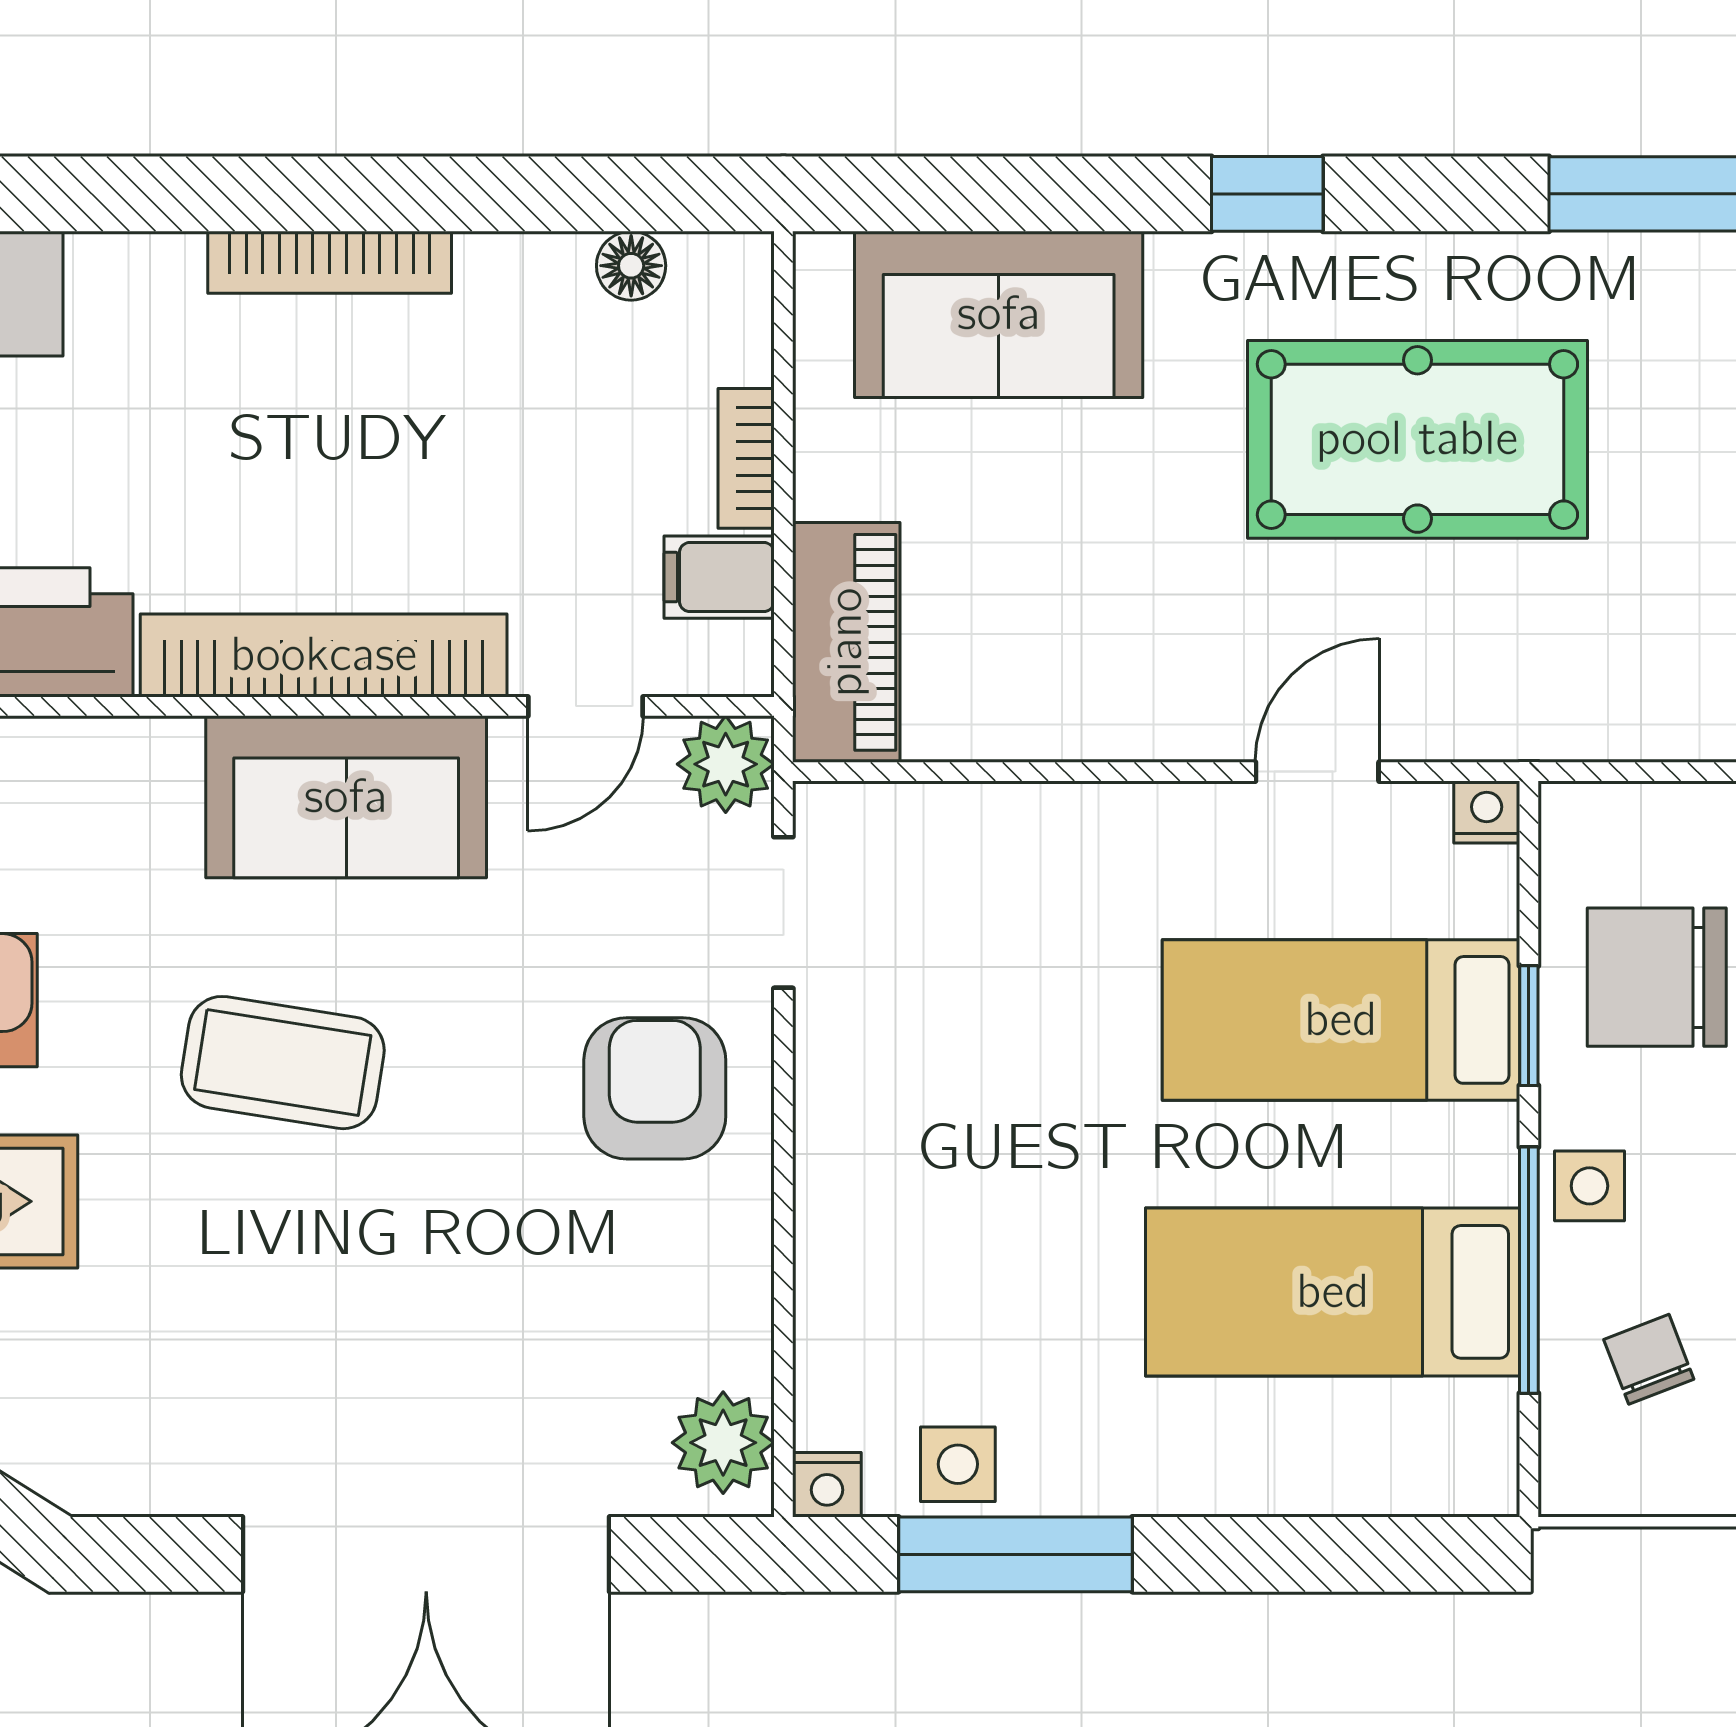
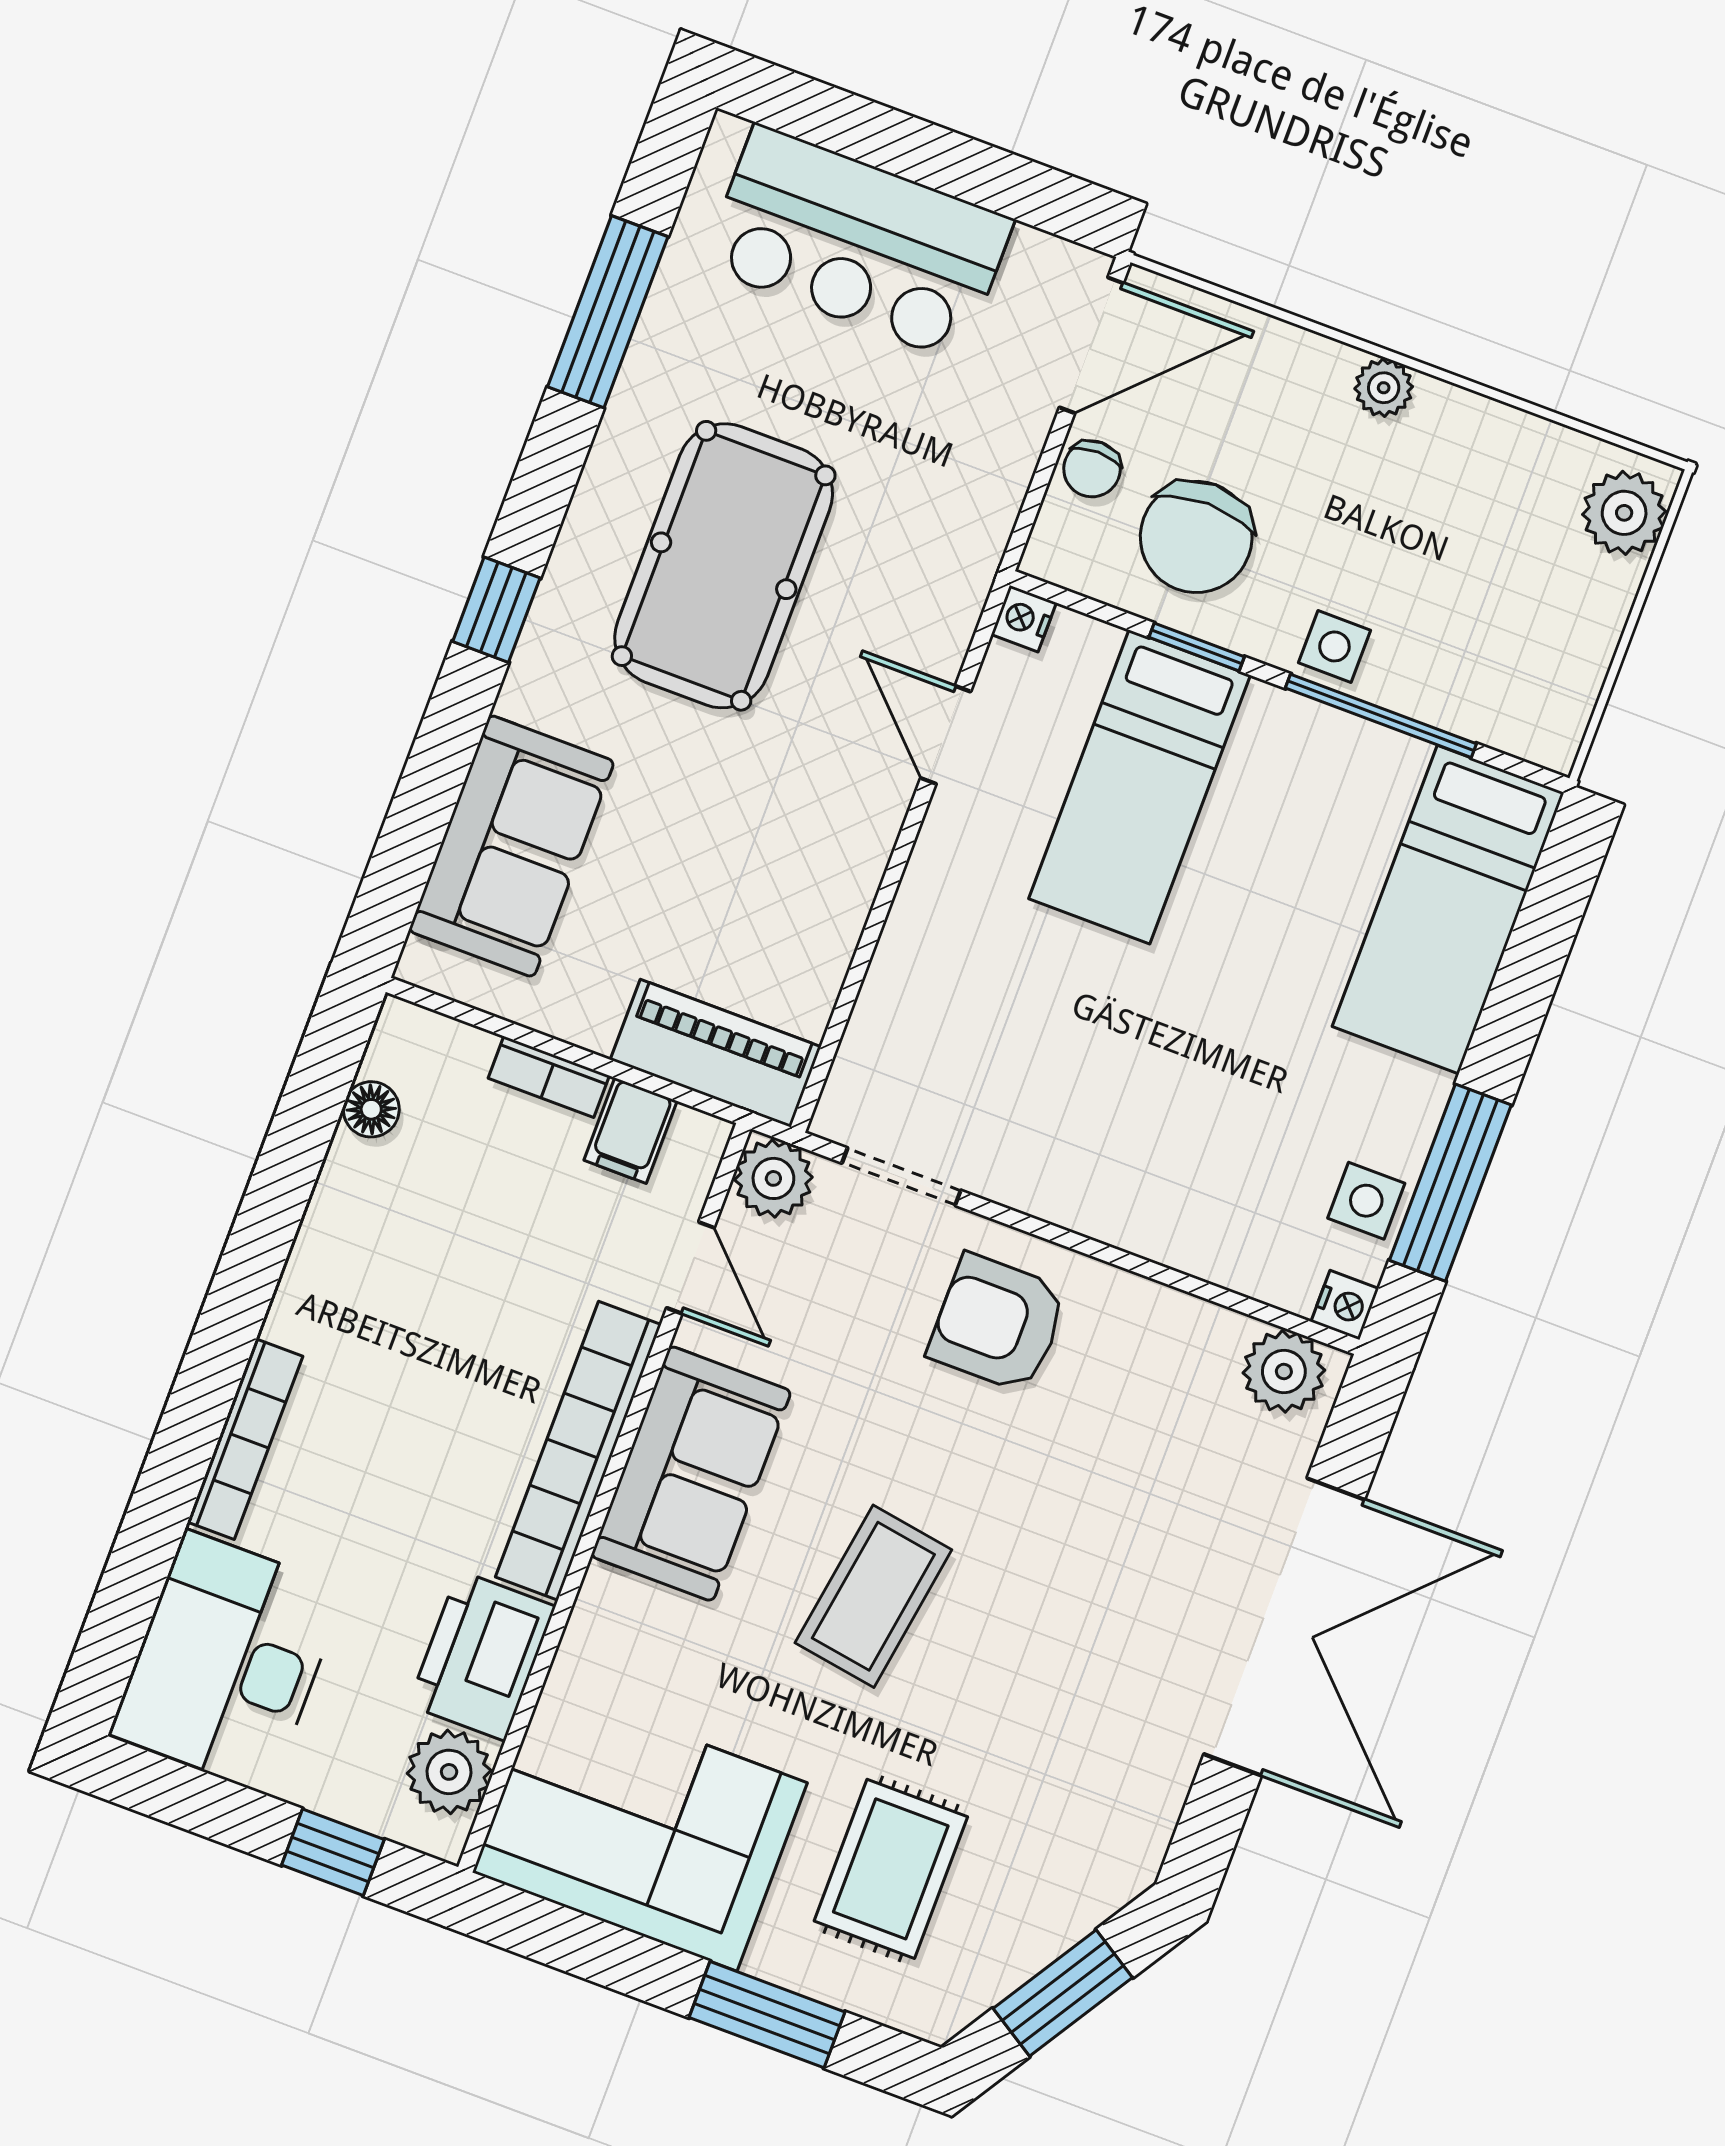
bookcase: (330, 262) -> (245, 1439), moved
bed: (1333, 1292) -> (1448, 910), moved
chair: (1649, 1359) -> (1092, 469), moved, turned -69

